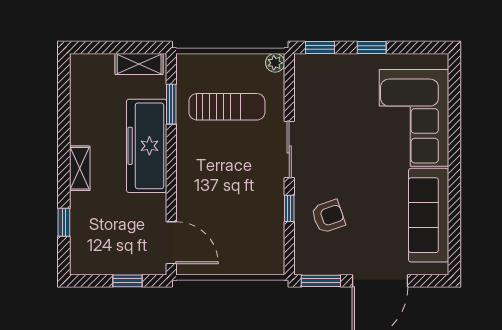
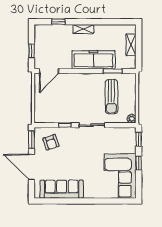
shelving: (139, 64) -> (131, 45), moved
corner sofa: (414, 118) -> (120, 176), moved, turned -90
armchair: (328, 216) -> (51, 142), moved

